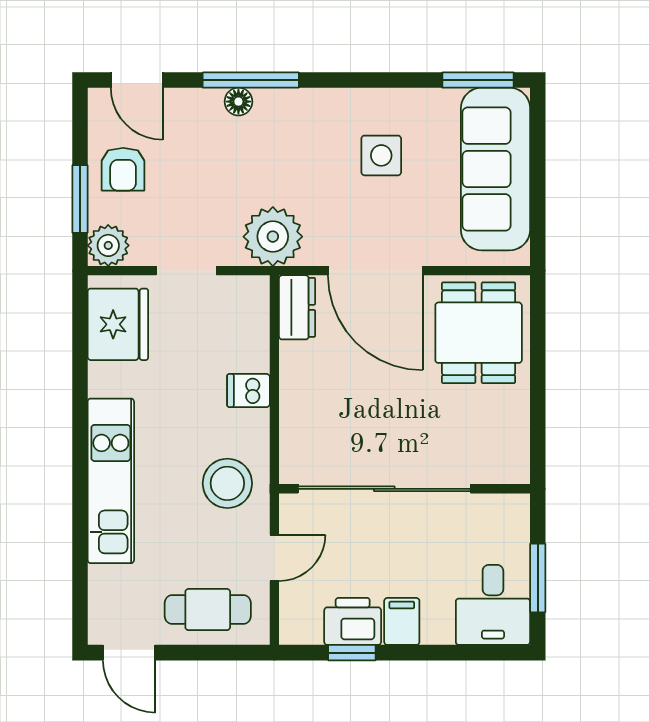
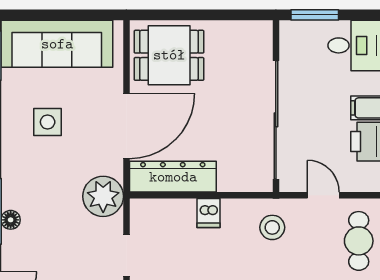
dresser: (297, 307) -> (173, 177), width x1.96, depth x1.24
stool: (227, 483) -> (272, 227), width x0.73, depth x0.73
window: (538, 578) -> (315, 15), moved

